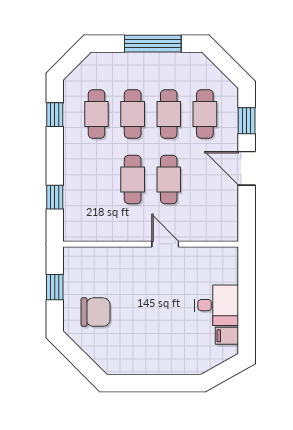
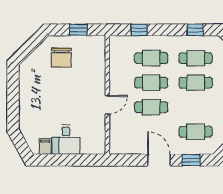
cafe table: (169, 114) -> (151, 58), moved
door: (247, 168) -> (159, 160), hinge flipped

